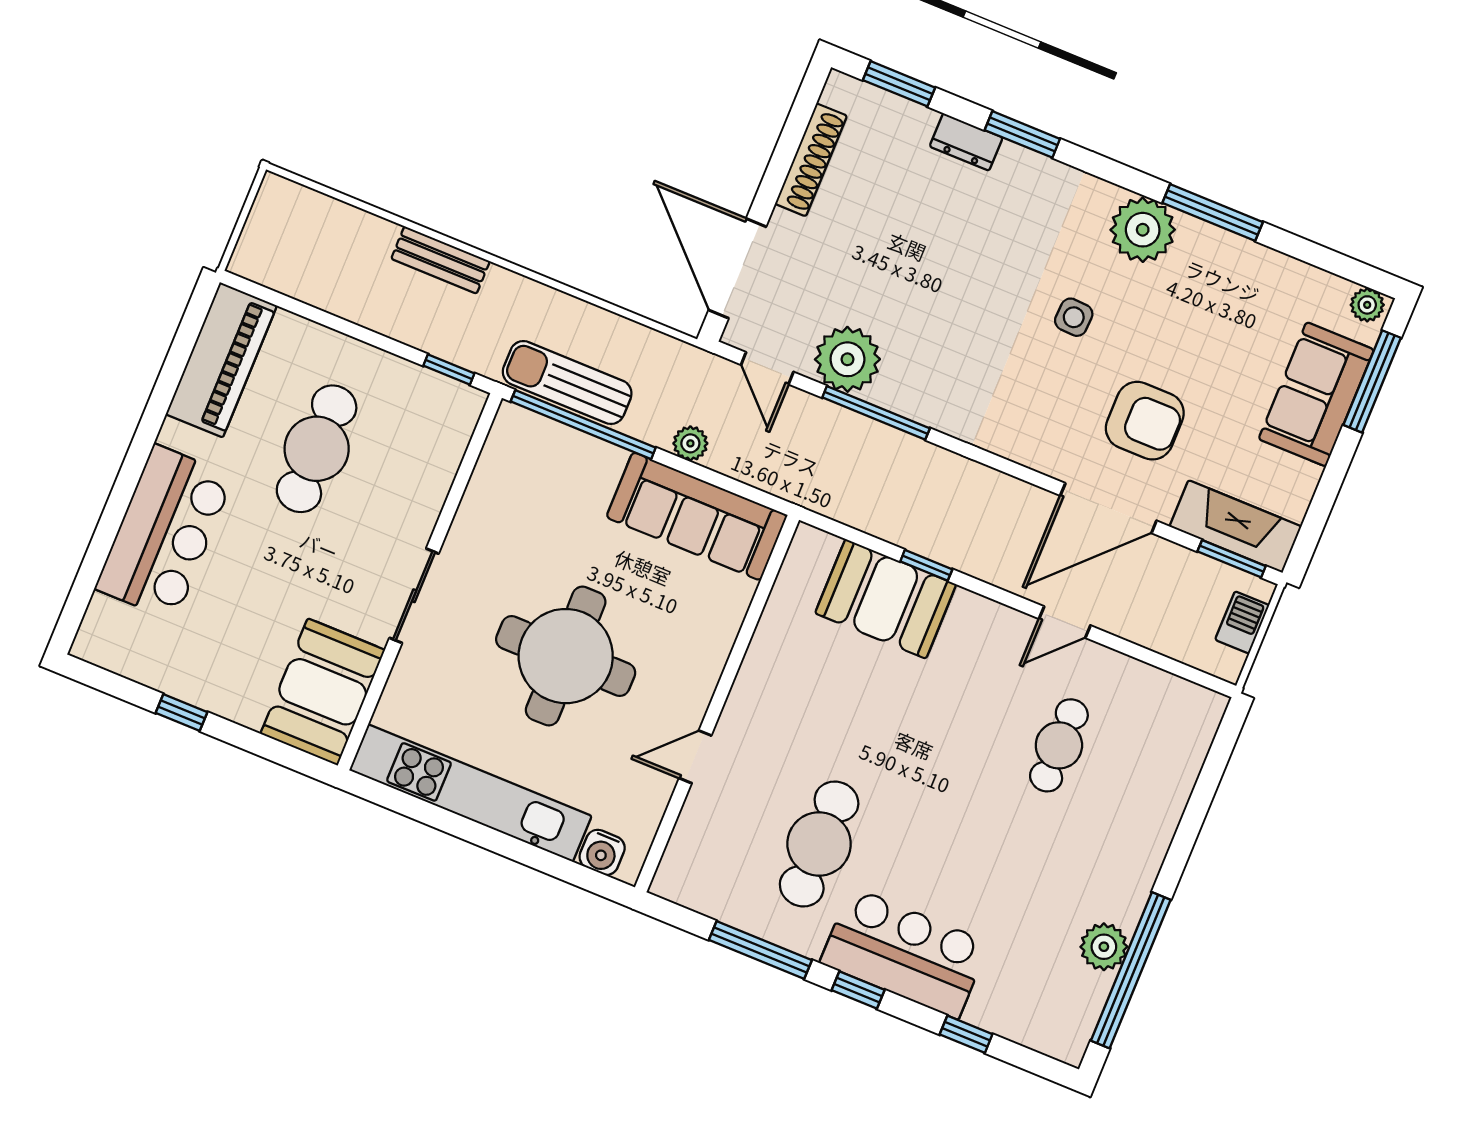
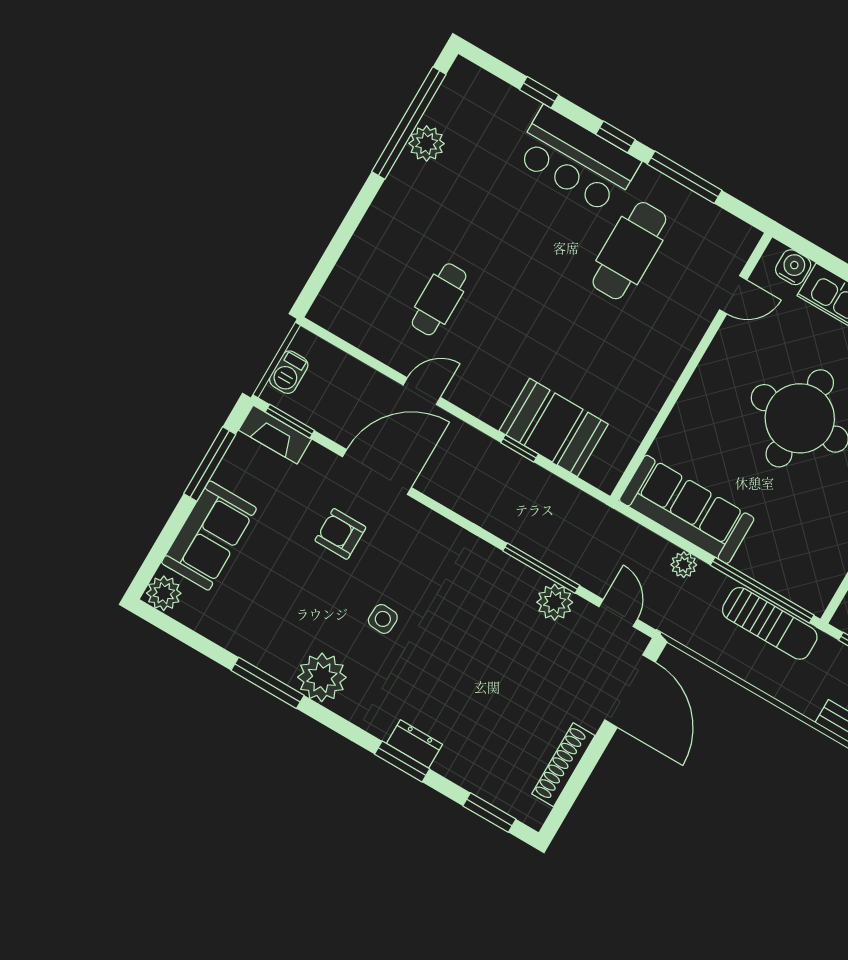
dresser: (966, 142) -> (415, 744), moved
plant: (1367, 305) -> (164, 593), width x1.38, depth x1.38
plant: (847, 359) -> (555, 602), width x0.73, depth x0.73
window: (1372, 381) -> (210, 464), moved
armchair: (1145, 421) -> (340, 534), width x0.72, depth x0.72
fireplace: (1236, 526) -> (275, 435), width x0.73, depth x0.76
door: (695, 757) -> (733, 295), moved

